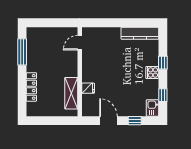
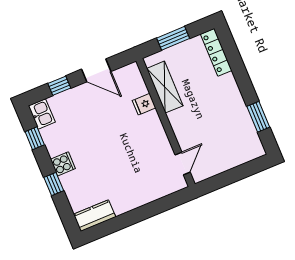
kitchen counter: (140, 33) -> (95, 216), width x0.67
window: (22, 52) -> (258, 117), width x0.69
locker: (31, 87) -> (216, 52), moved
window: (54, 121) -> (173, 38), added

